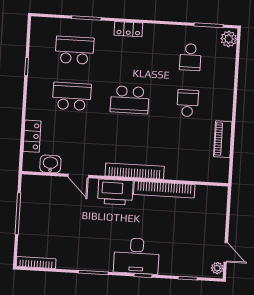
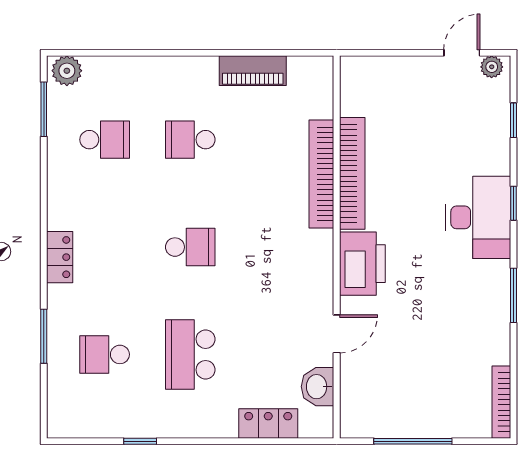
school desk: (75, 50) -> (105, 354), width x0.54
school desk: (130, 100) -> (190, 247), width x0.54
bookcase: (135, 171) -> (321, 174), moved

